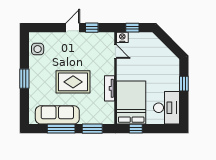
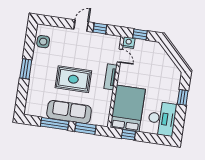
tv unit: (109, 88) -> (110, 77), moved
sofa: (57, 115) -> (69, 112), moved

